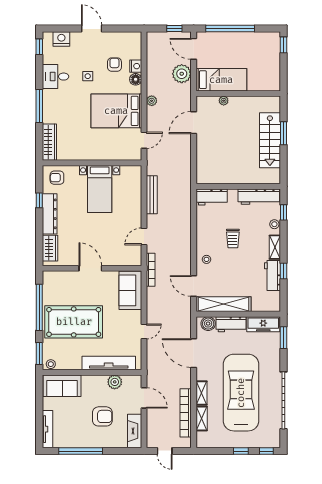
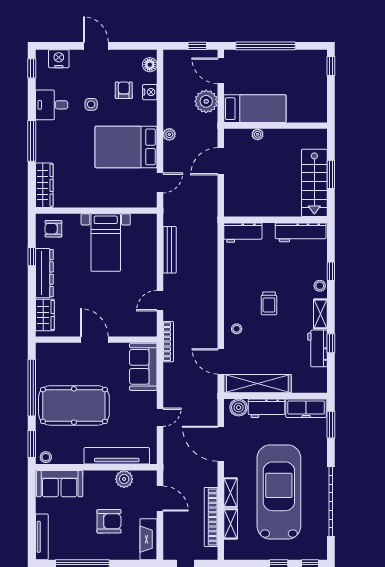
floor lamp: (136, 79) -> (150, 65), moved
wall: (238, 186) -> (275, 220), moved
workbench: (212, 197) -> (243, 233), moved
workbench: (259, 197) -> (301, 232), moved

